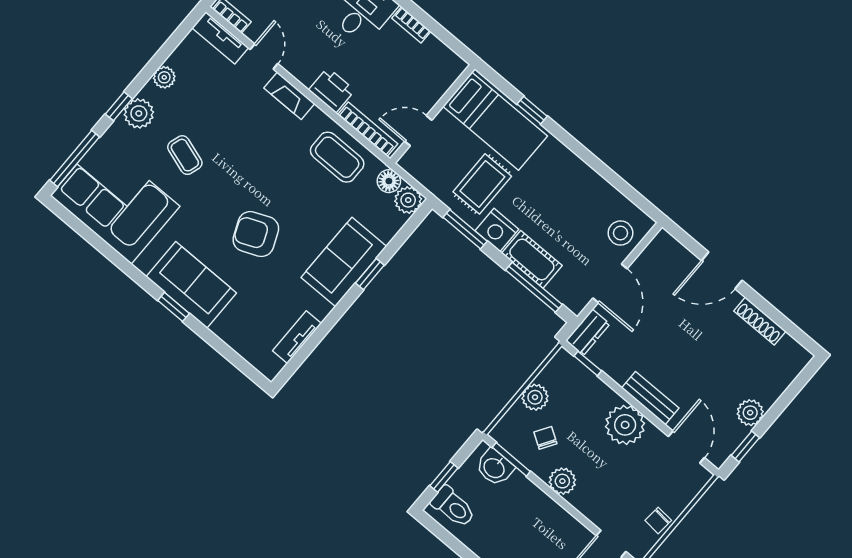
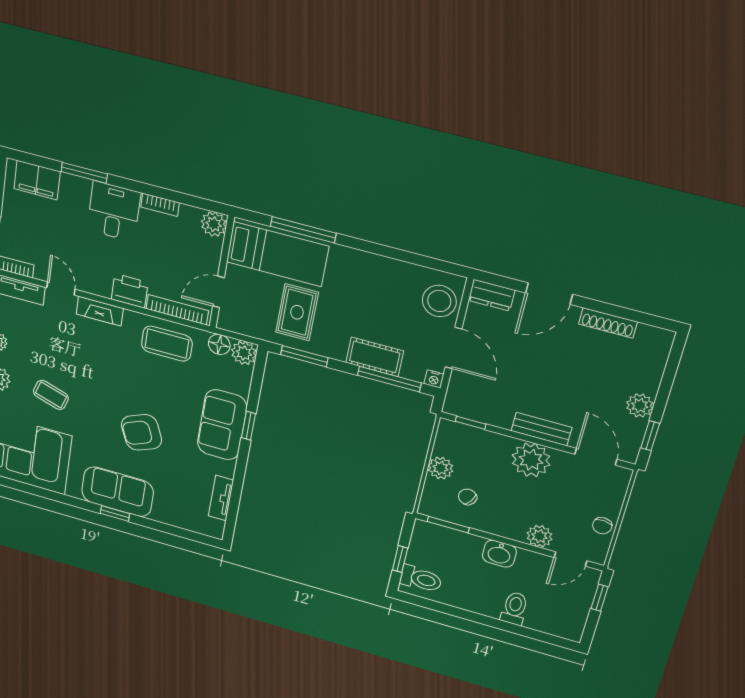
plant: (451, 66) -> (214, 224), added
window: (532, 110) -> (303, 230), width x2.17
nightstand: (497, 230) -> (434, 379), moved, width x0.53, depth x0.56
stool: (620, 233) -> (439, 301), width x1.38, depth x1.38
dresser: (588, 332) -> (492, 295), moved, turned 90
washbasin: (495, 468) -> (499, 554), moved
plant: (562, 481) -> (540, 536), moved

